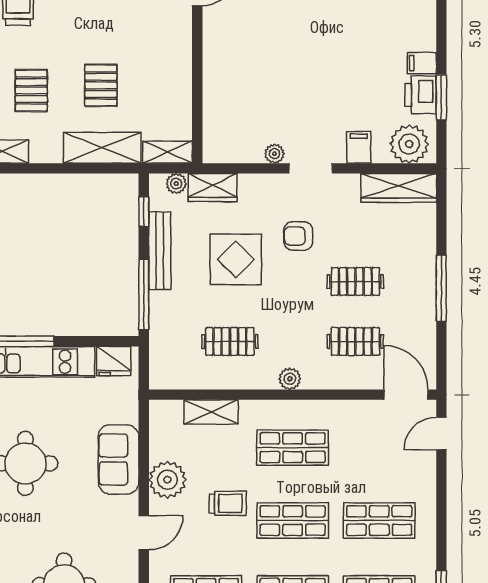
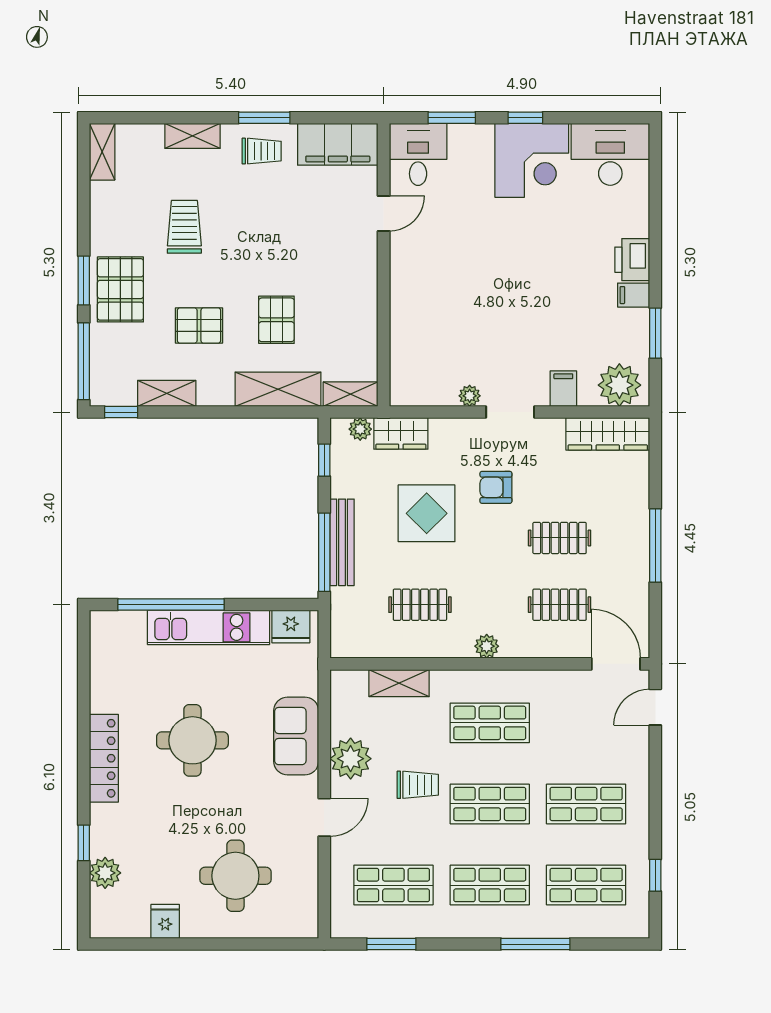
pallet: (31, 91) -> (199, 326), turned 90
printer: (421, 95) -> (632, 260), moved
bench: (160, 251) -> (342, 542), moved

